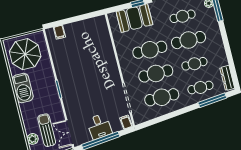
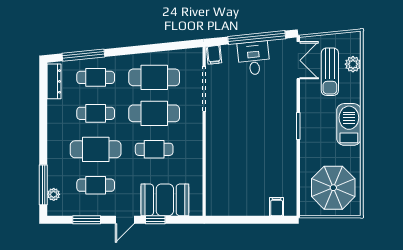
cafe table: (150, 50) -> (154, 149), width x0.73, depth x0.74
barbecue: (23, 88) -> (349, 124), moved

